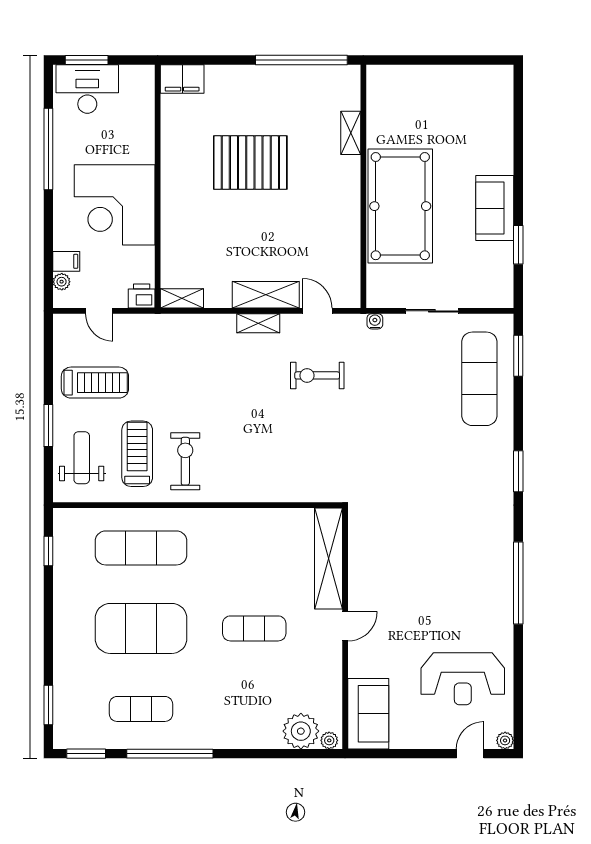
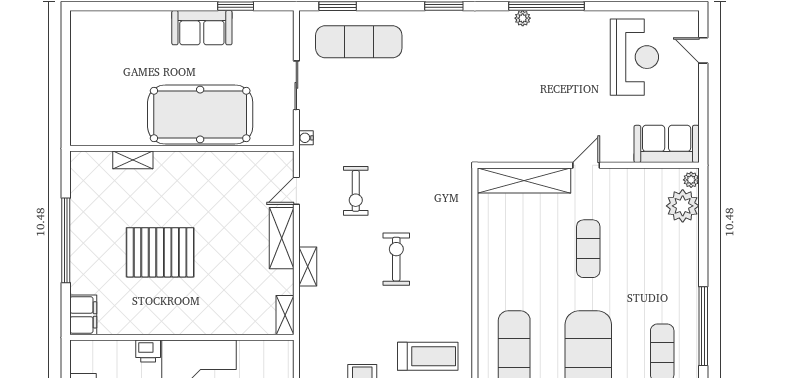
window: (301, 60) -> (66, 240), moved
pallet: (250, 163) -> (160, 252), turned 90
printer: (142, 296) -> (148, 351), moved, turned -90
shelving: (258, 323) -> (308, 267), moved
treadmill: (137, 454) -> (428, 356), turned 180
exercise bike: (185, 461) -> (396, 259), moved, turned 90
door: (345, 626) -> (586, 165), hinge flipped
plant: (505, 740) -> (523, 18), moved

